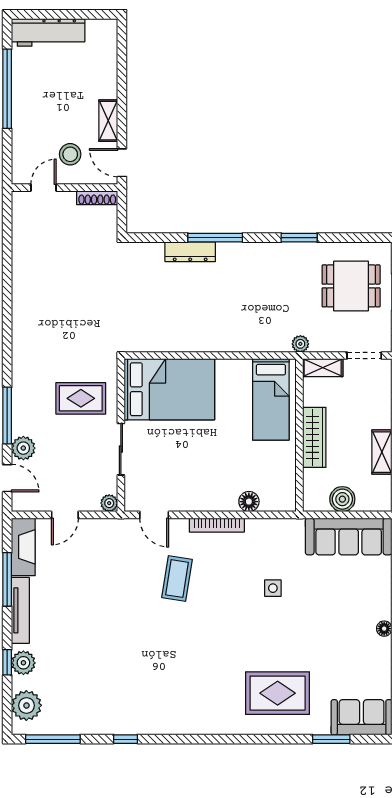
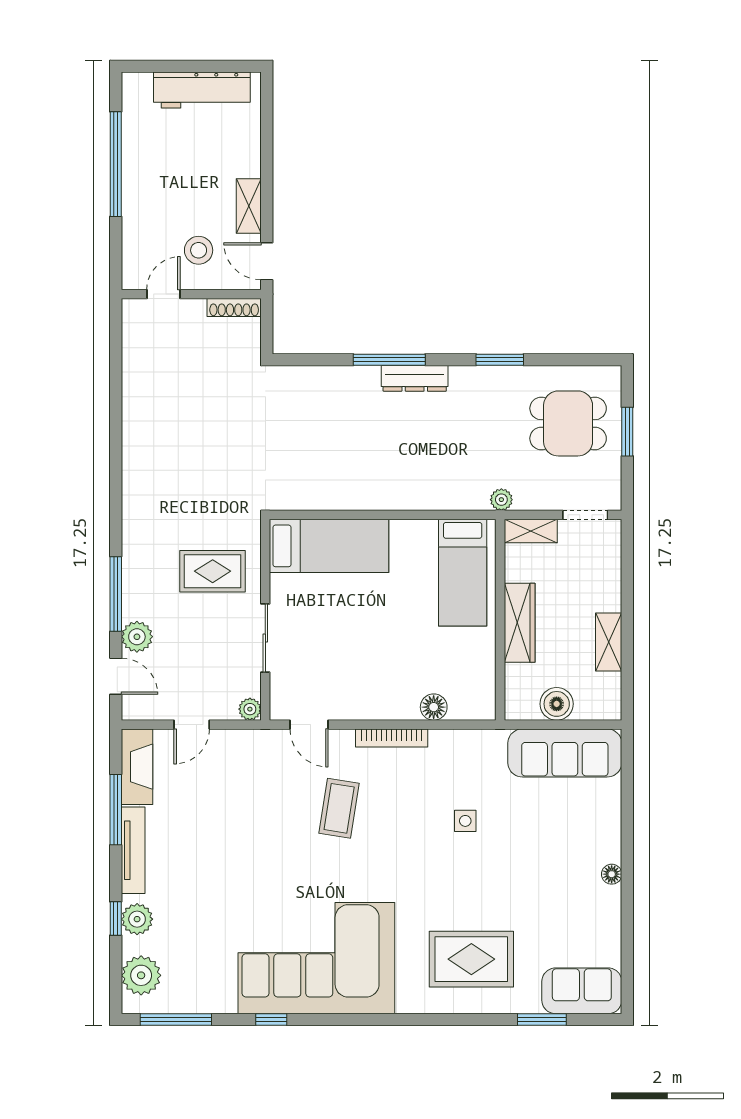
workbench: (48, 32) -> (202, 90), moved
dresser: (190, 252) -> (415, 378), moved
bed: (169, 389) -> (329, 546), width x0.67
corner sofa: (160, 692) -> (316, 958), added

